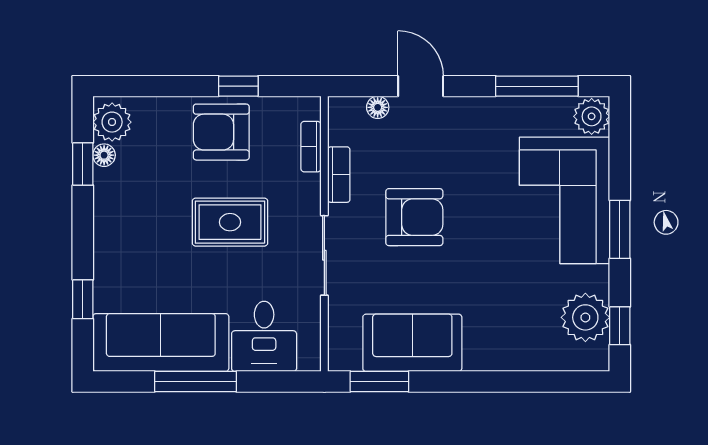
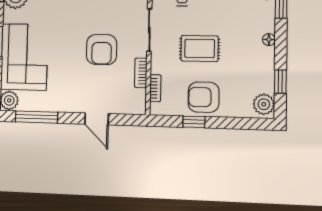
floor lamp: (378, 107) -> (119, 108), removed
armchair: (221, 132) -> (204, 97), turned 180
floor lamp: (104, 155) -> (269, 40), moved
armchair: (414, 217) -> (102, 50), turned -90

